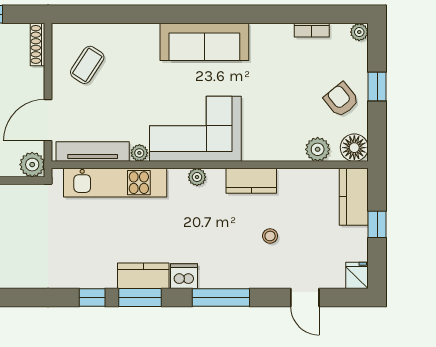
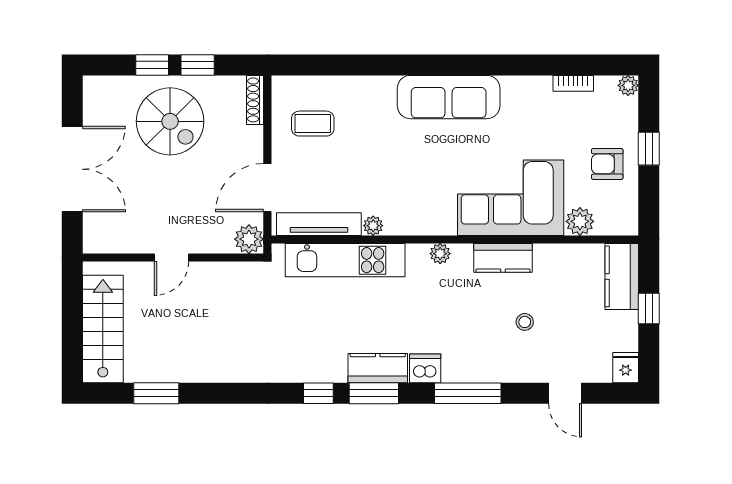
coffee table: (87, 65) -> (313, 124), turned 57
armchair: (341, 100) -> (607, 164), turned -51
corner sofa: (195, 129) -> (511, 198), moved
floor lamp: (354, 148) -> (622, 220), removed

